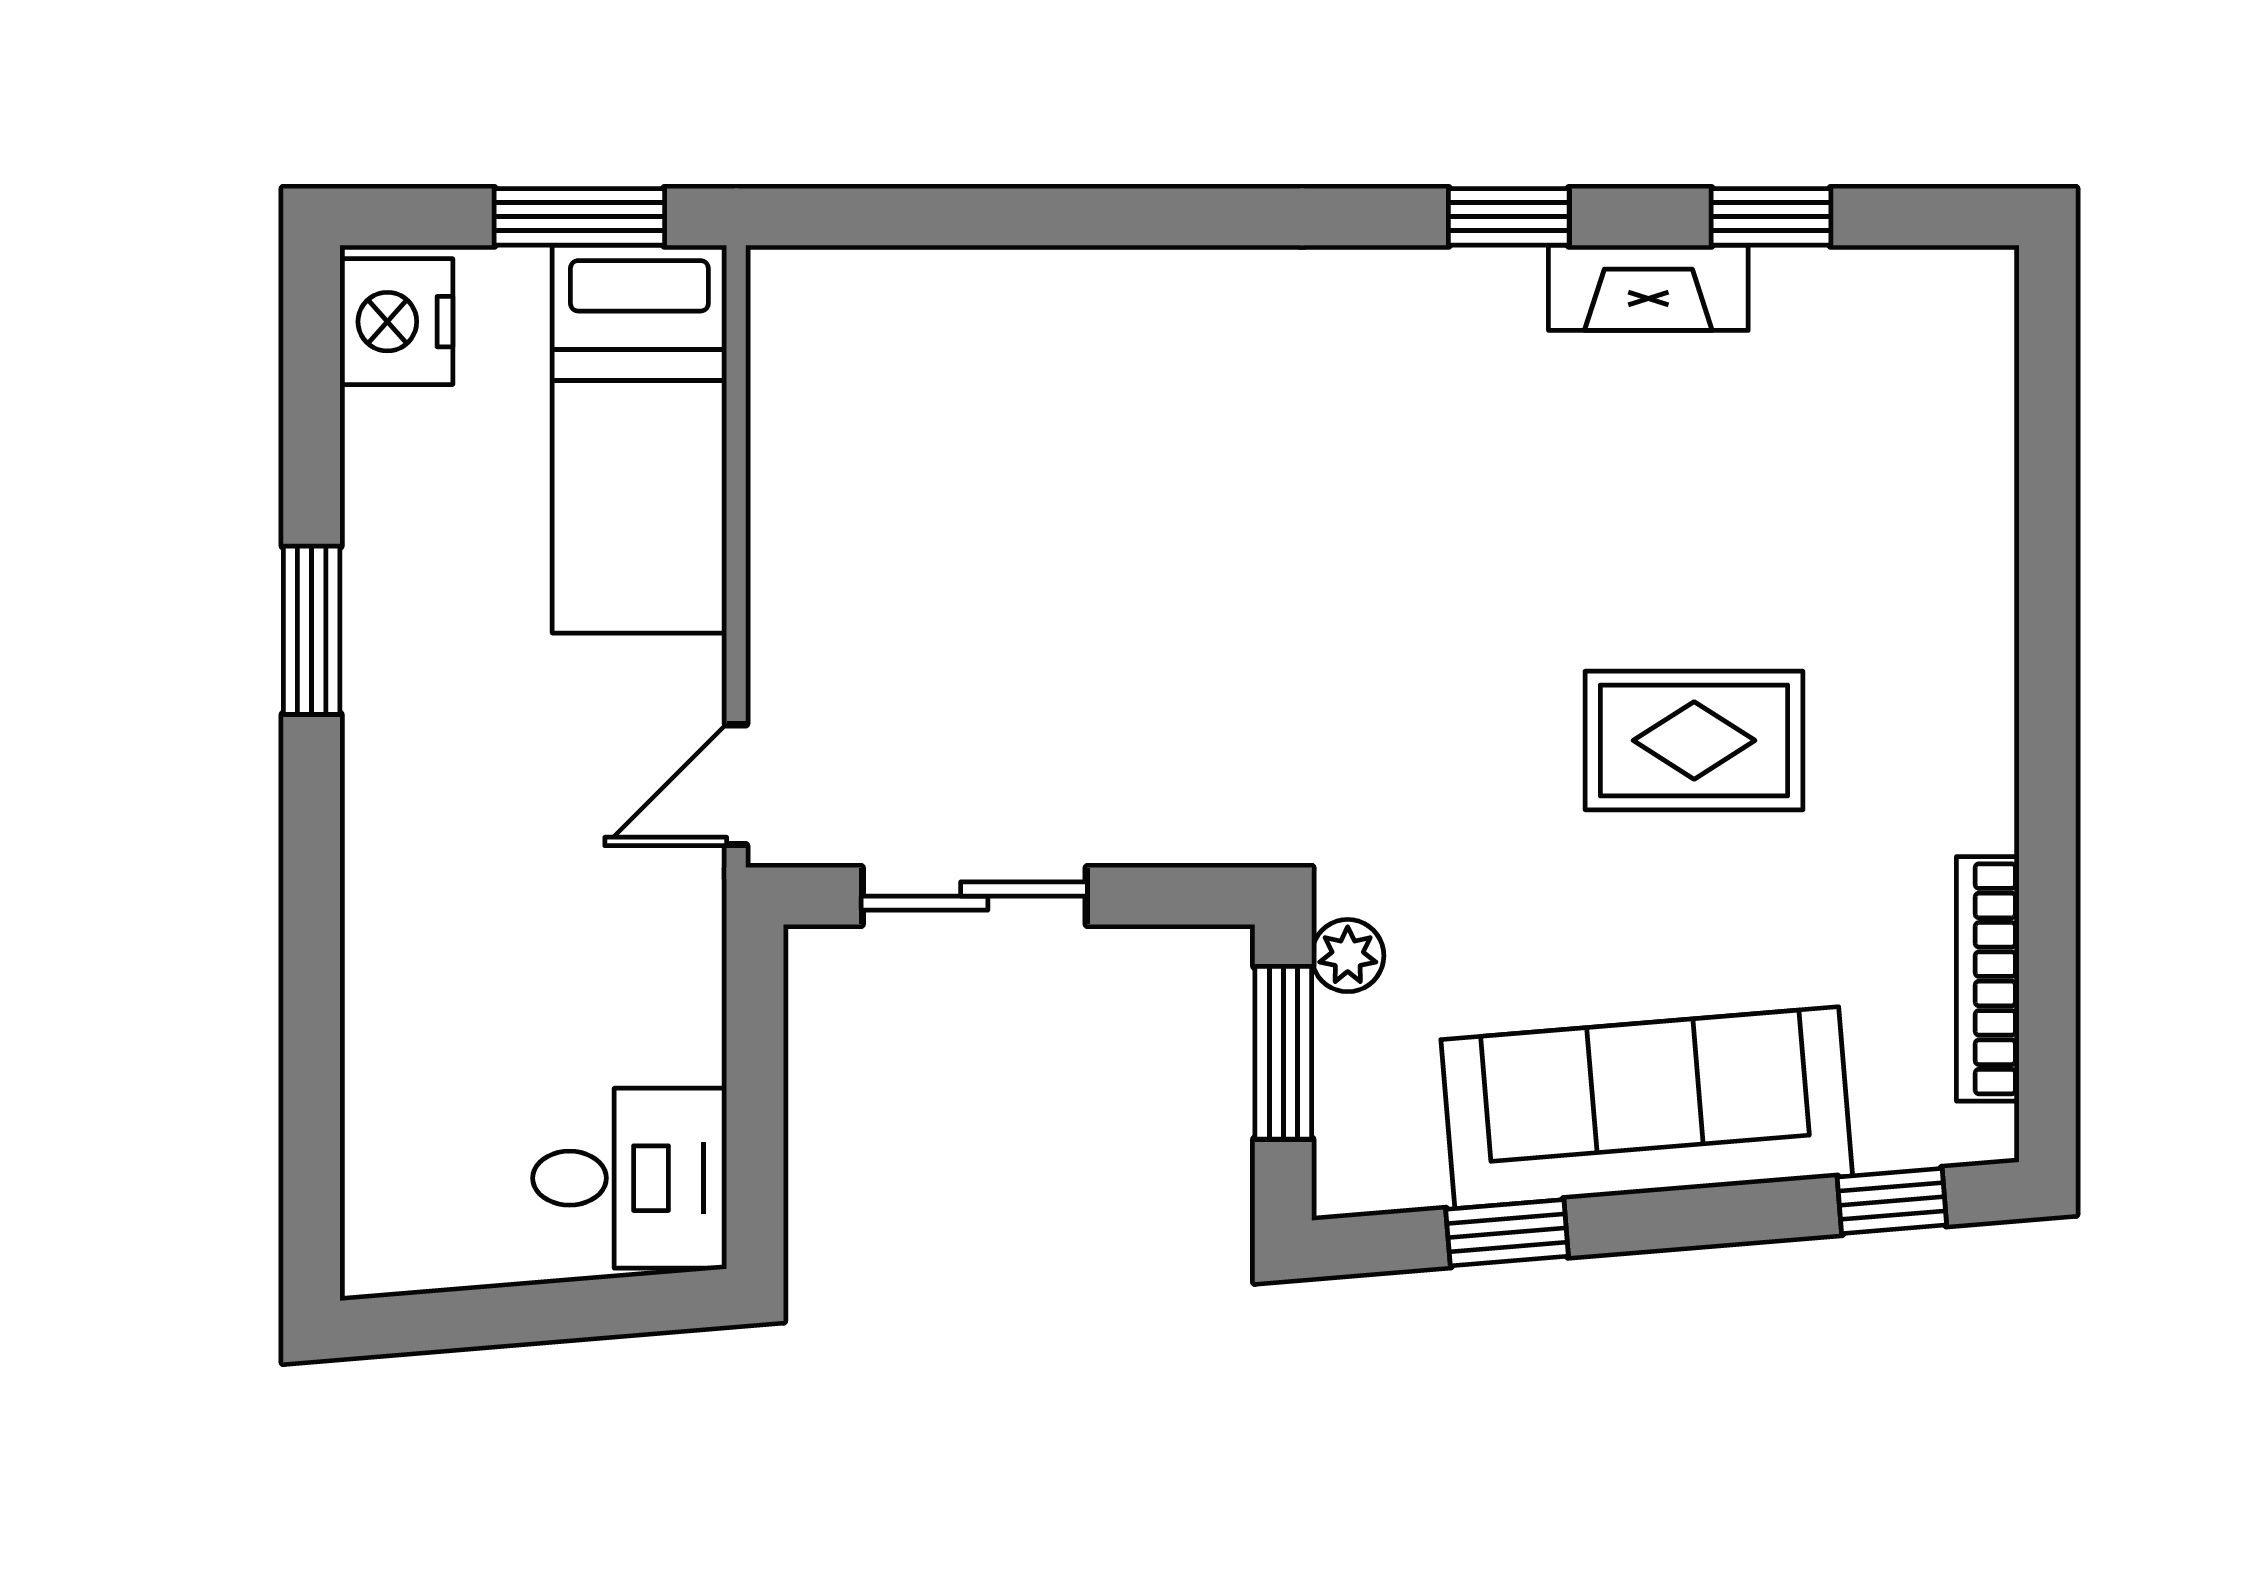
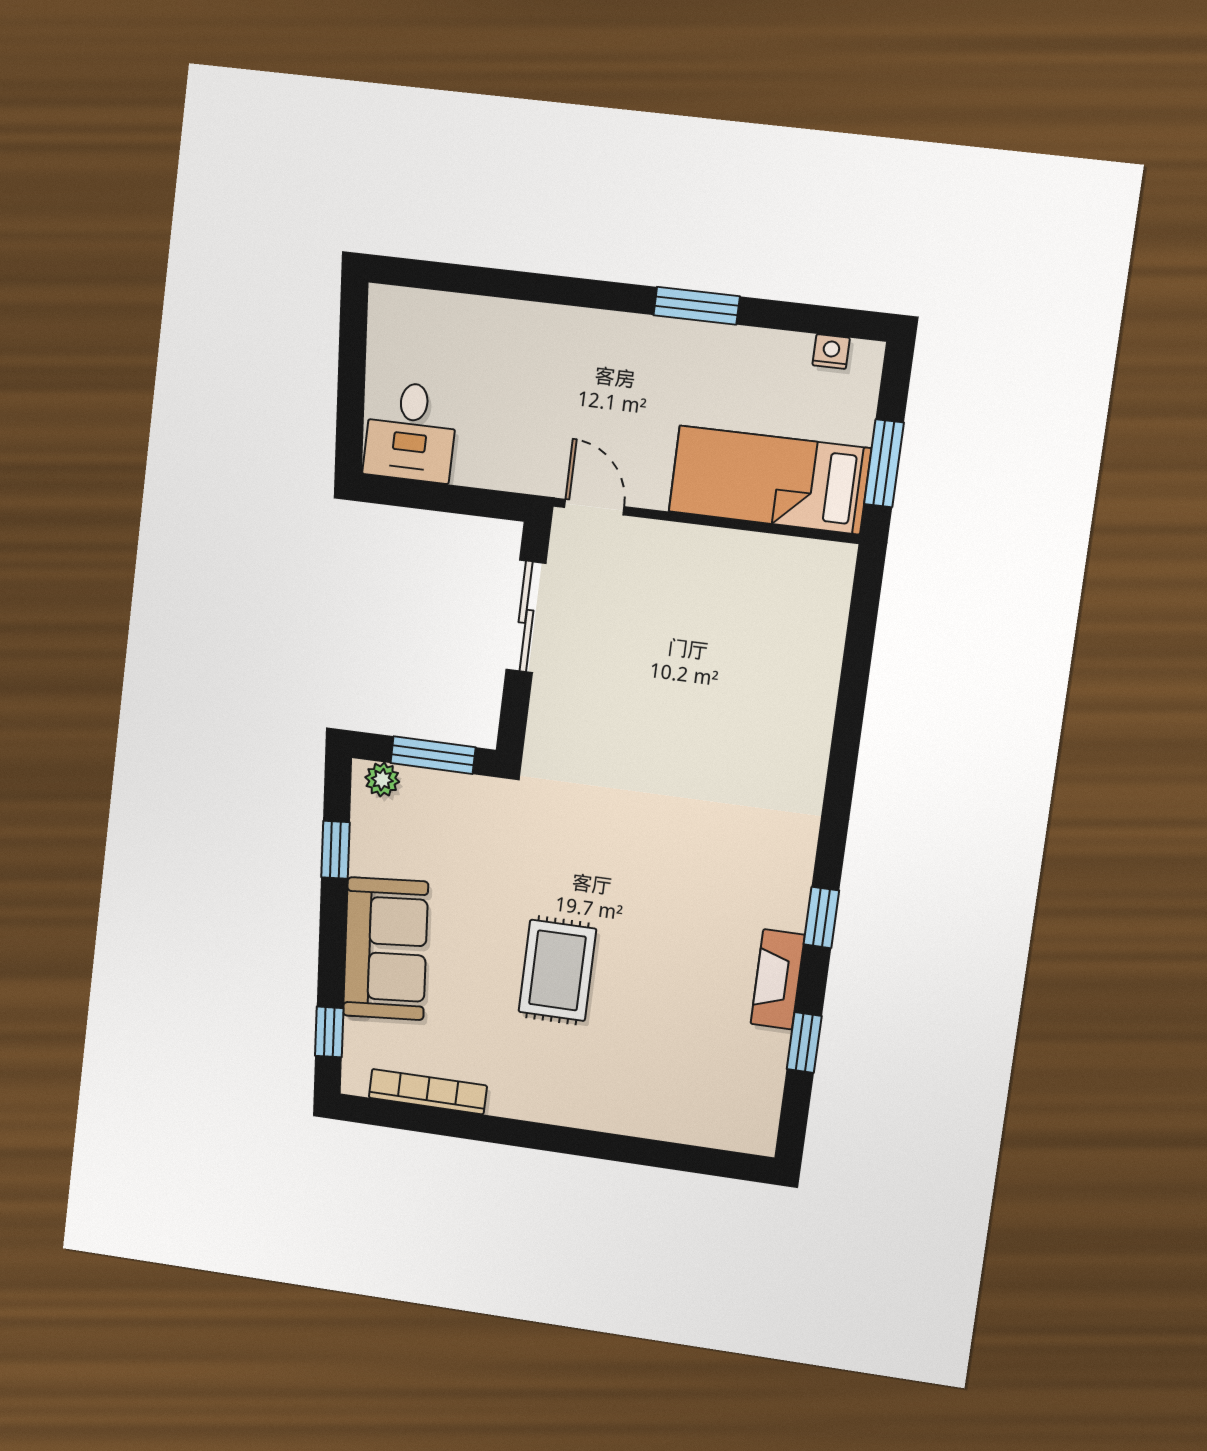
nightstand: (396, 322) -> (831, 352), width x0.53, depth x0.56
plant: (1348, 956) -> (382, 780), moved
sofa: (1647, 1108) -> (386, 949), width x0.73

